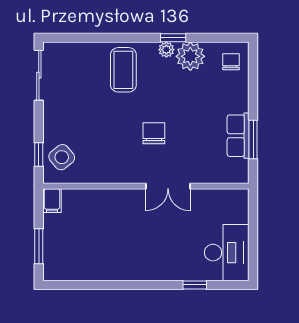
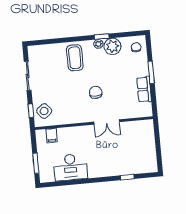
sliding door: (39, 75) -> (28, 76), moved
window: (253, 140) -> (151, 72), moved
filing cabinet: (52, 201) -> (52, 135), moved
desk: (227, 253) -> (70, 167), moved, turned 90

